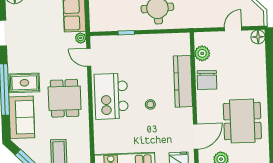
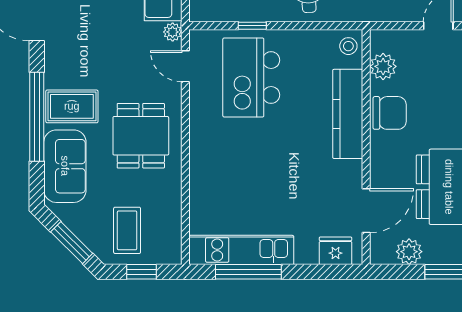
chair: (207, 80) -> (390, 113), turned -91
kitchen island: (111, 96) -> (251, 78), moved
stool: (150, 104) -> (348, 46), moved

